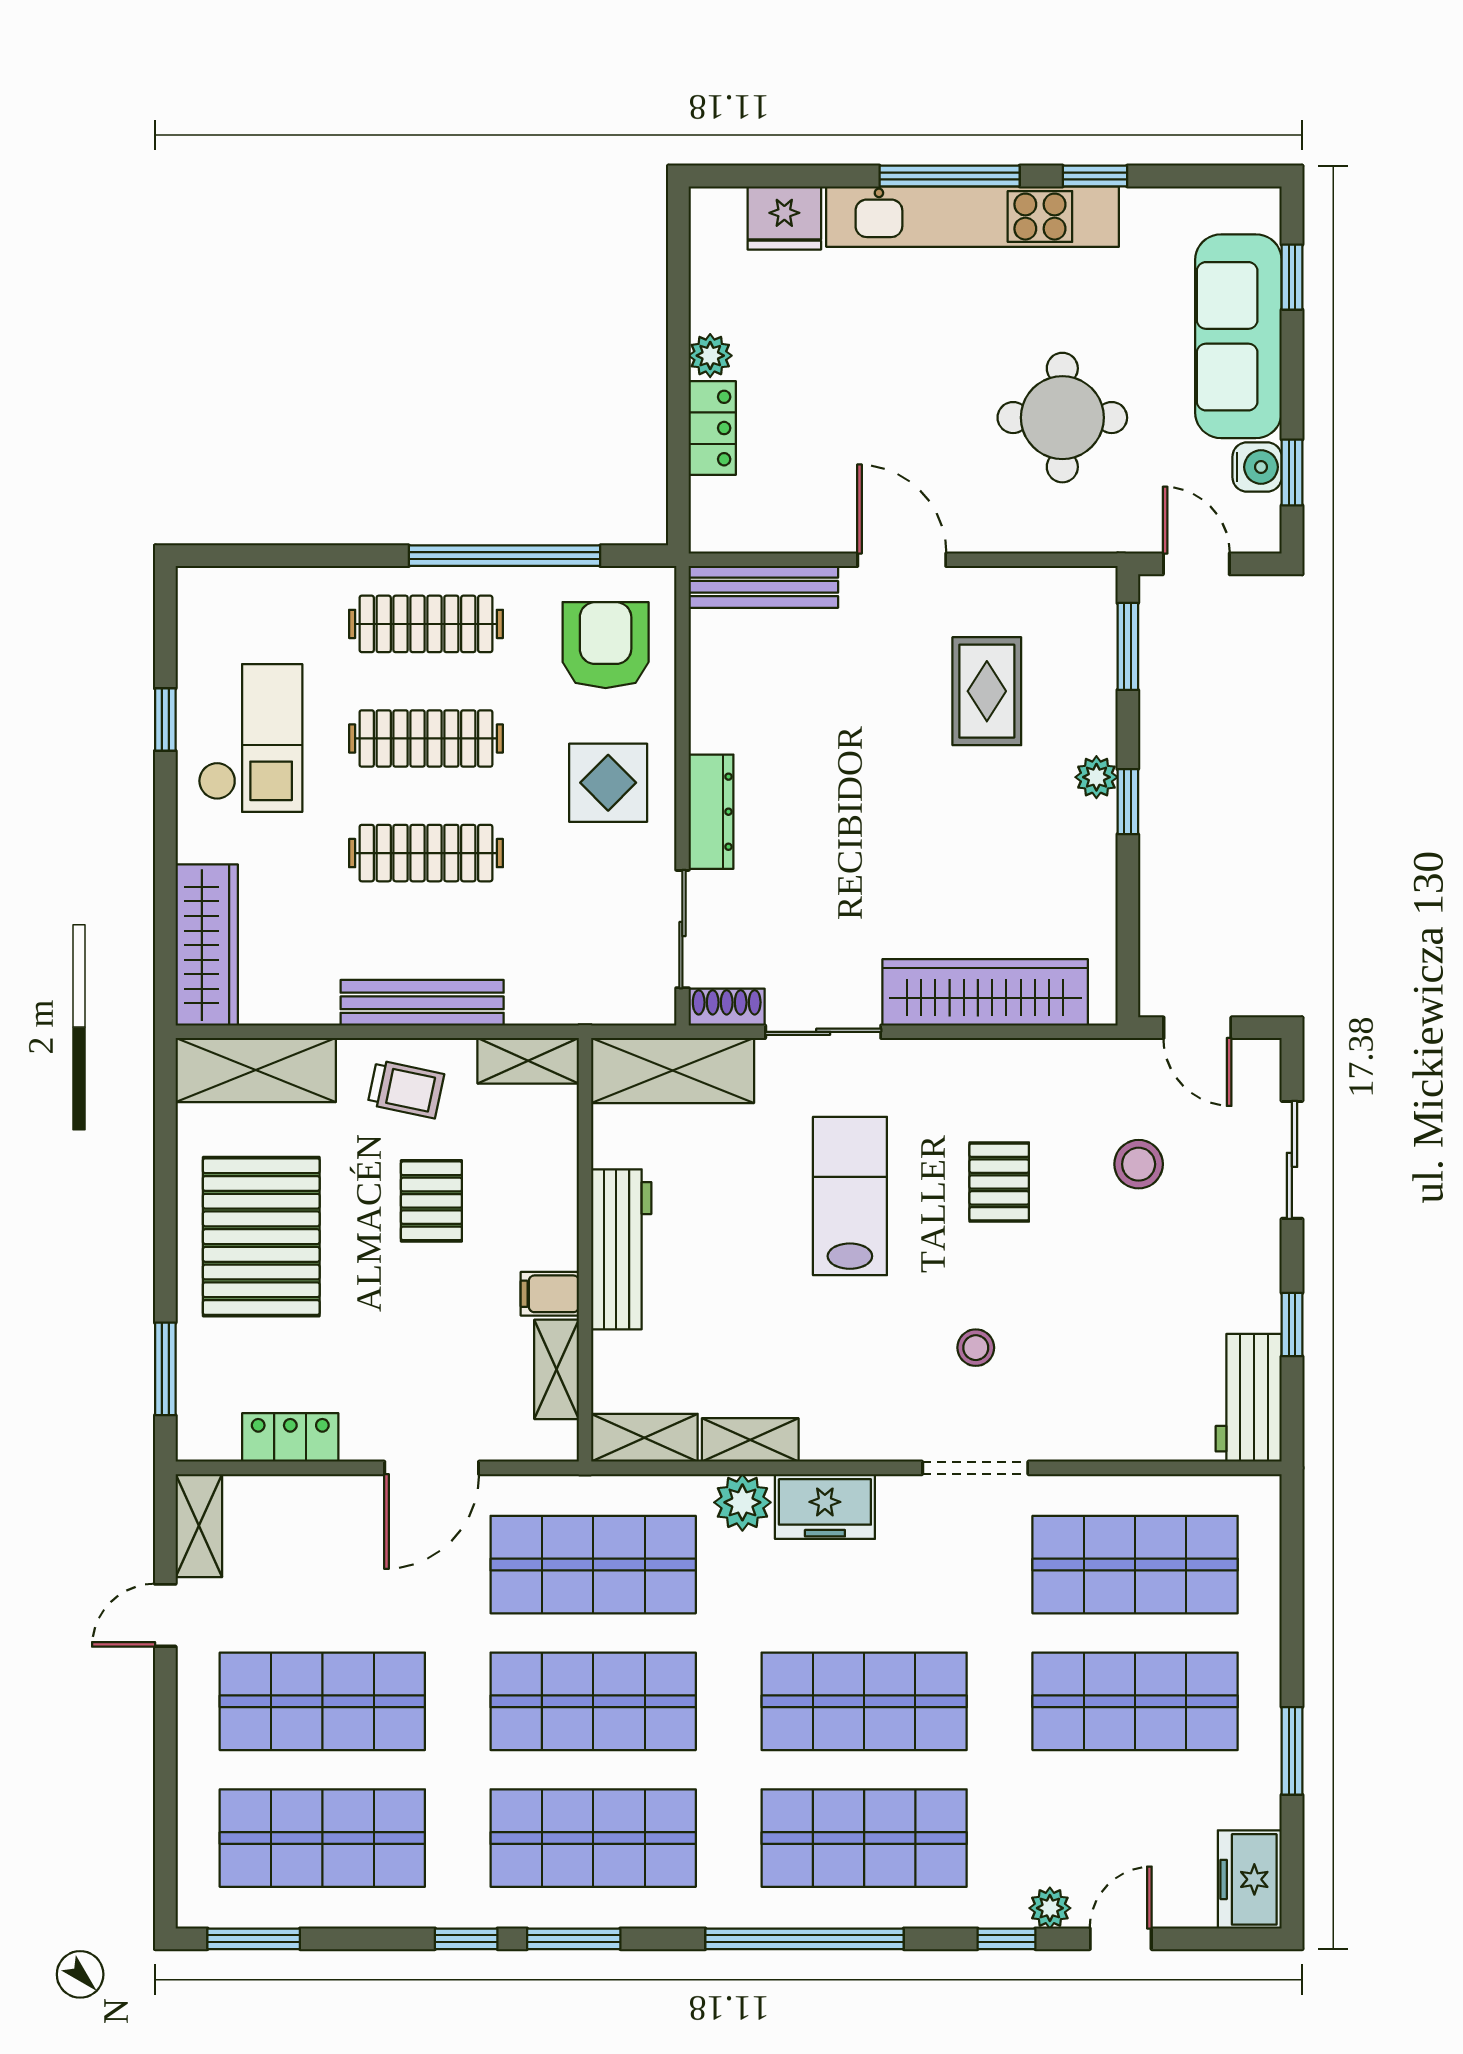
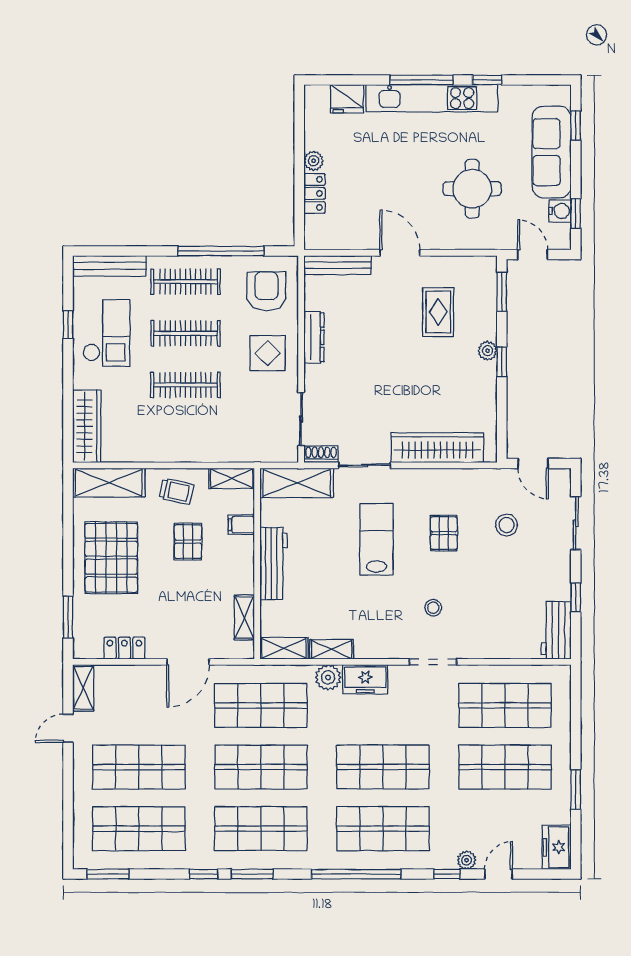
dresser: (711, 812) -> (314, 337), moved
bench: (422, 1003) -> (109, 266), moved
filing cabinet: (550, 1294) -> (241, 525), moved

